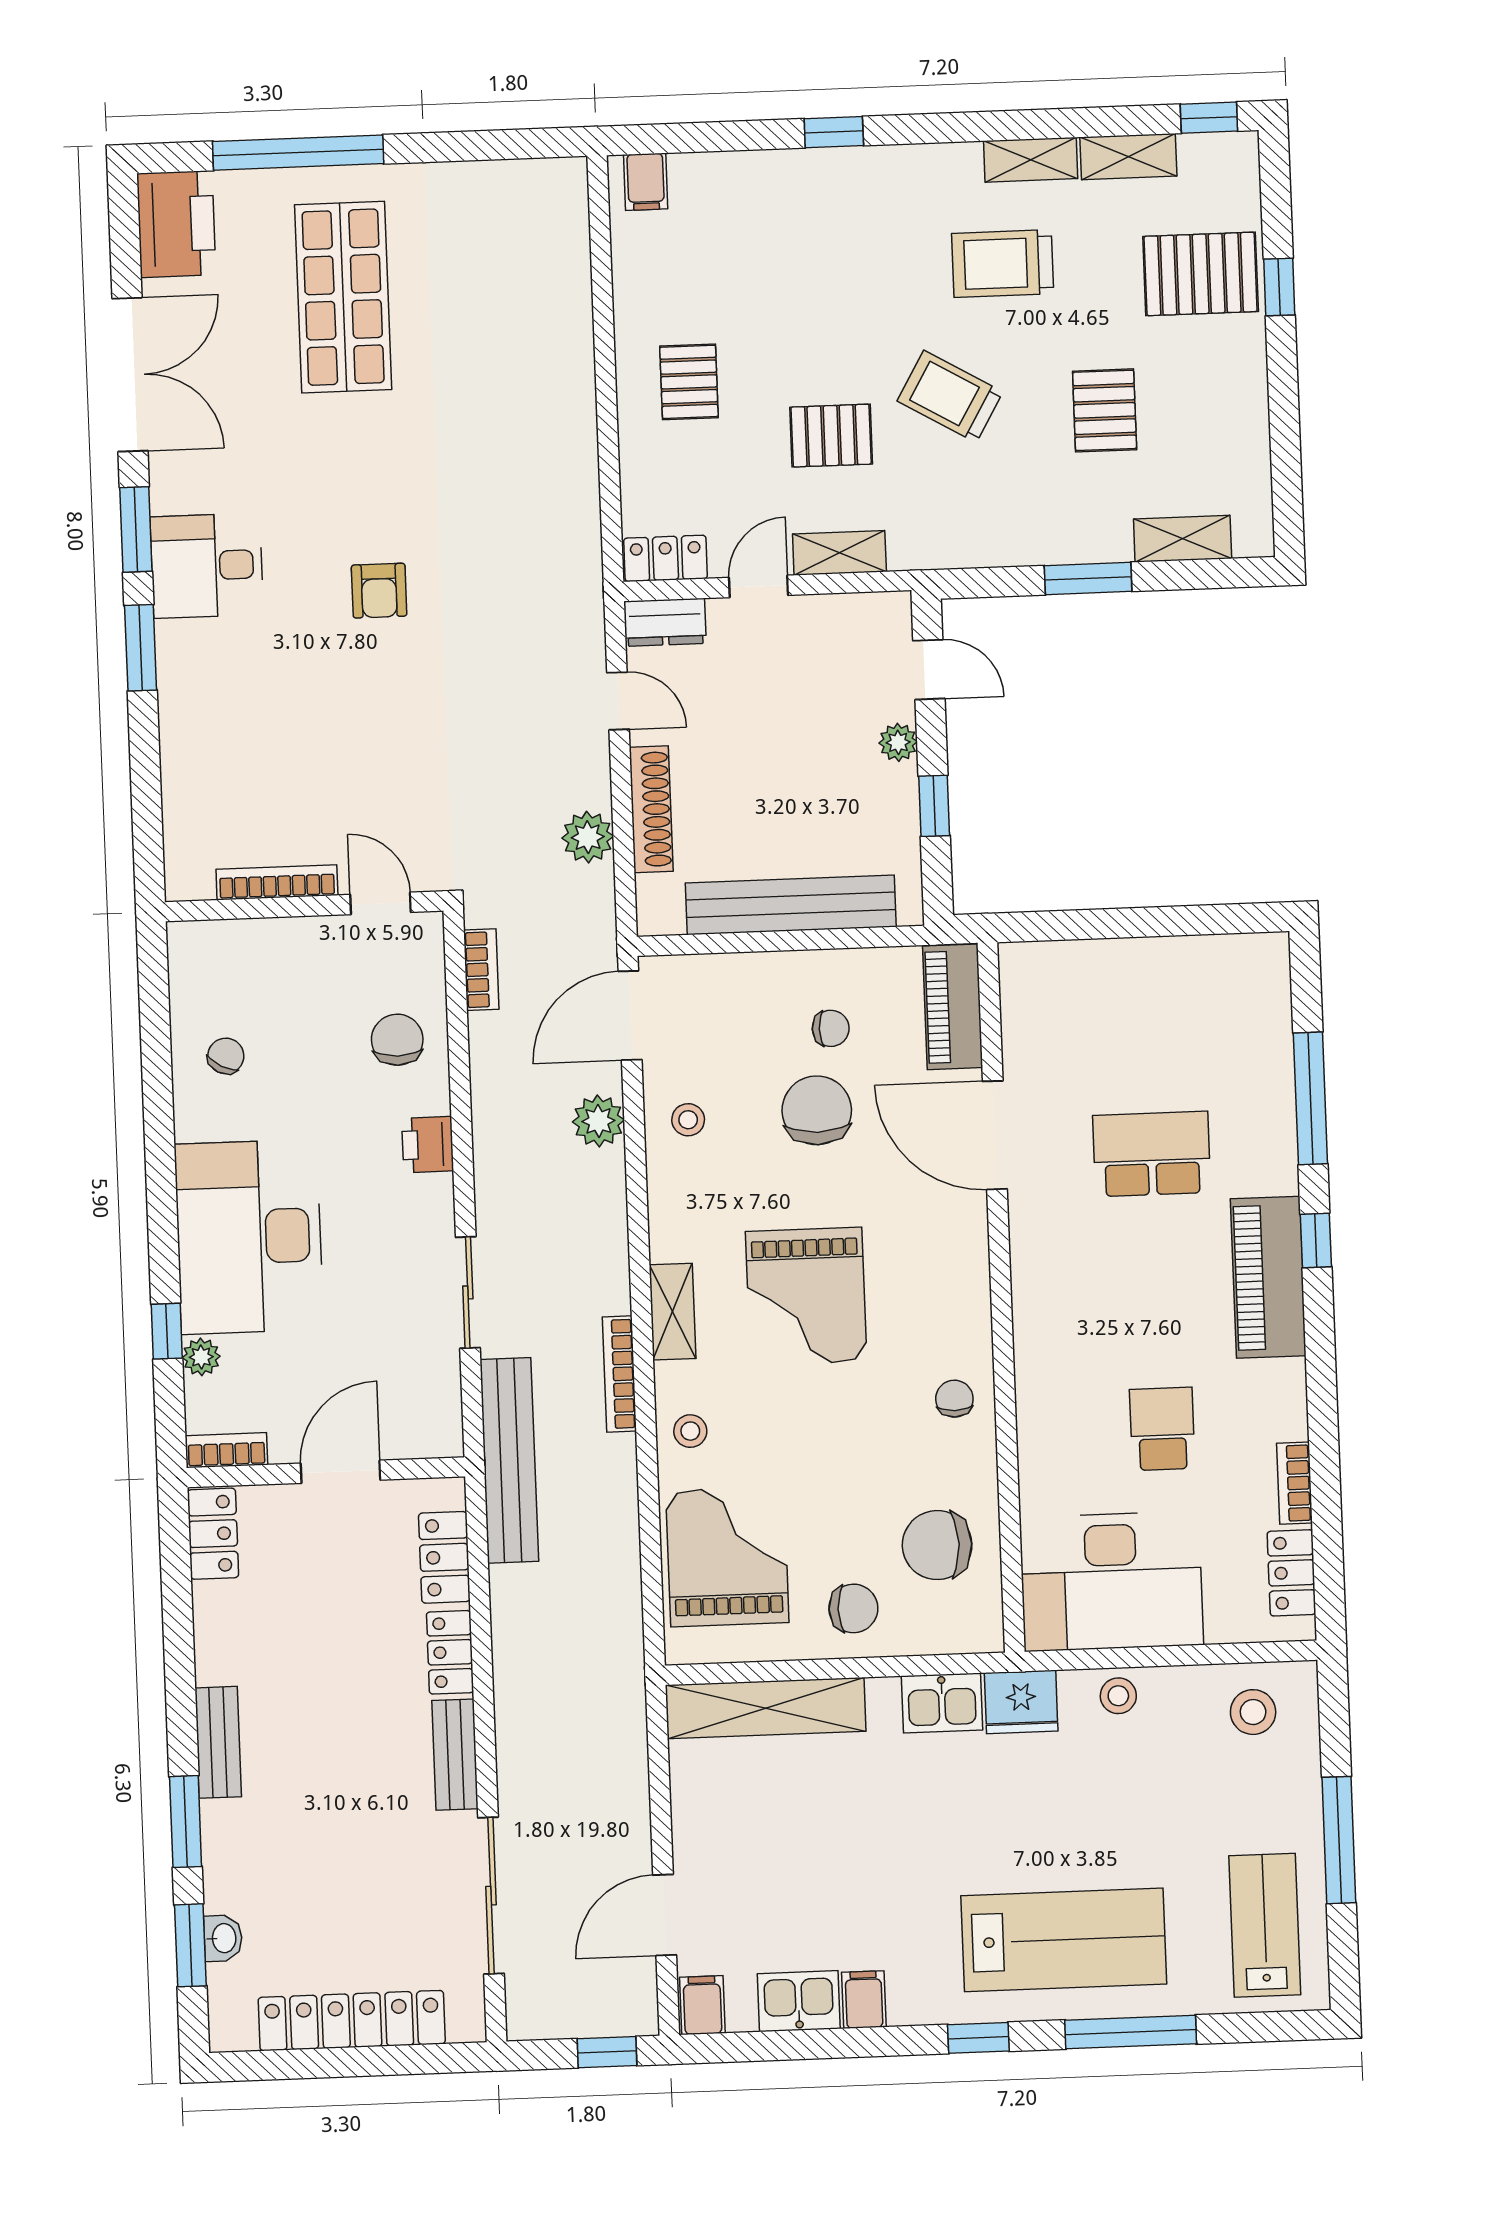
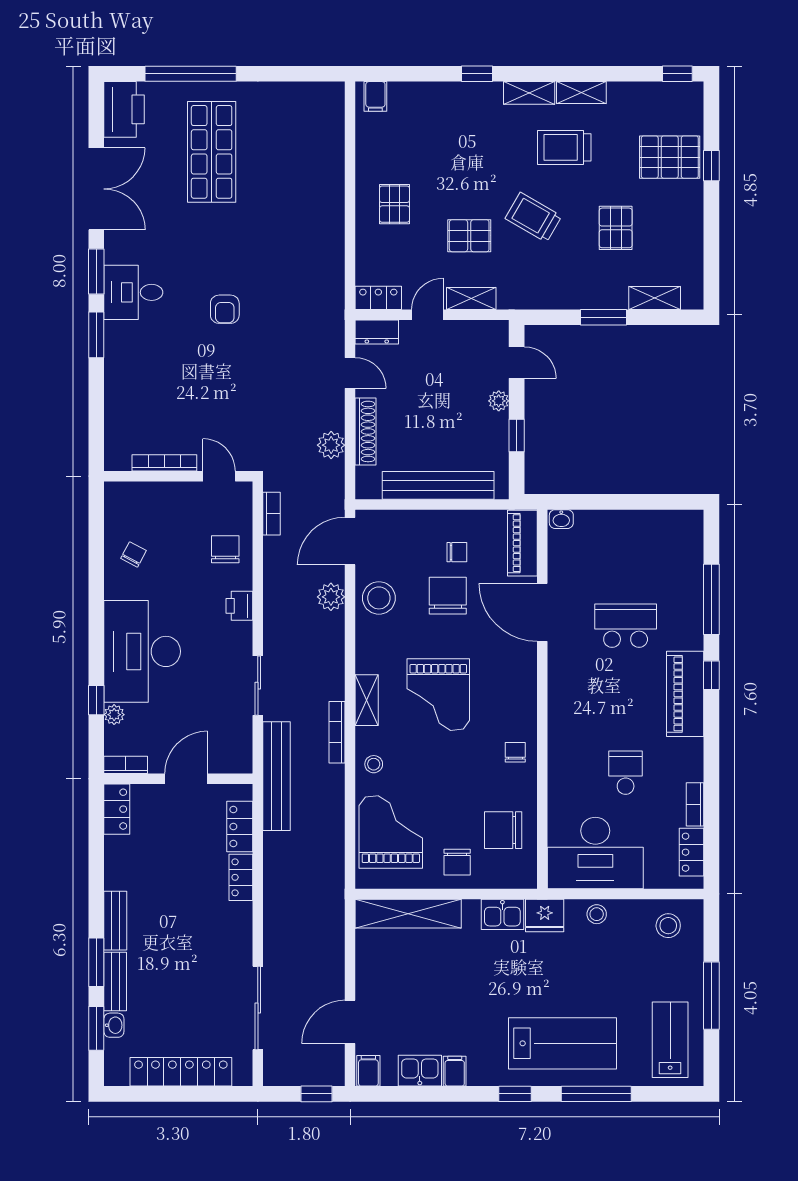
shelving: (1128, 157) -> (529, 93), moved
washbasin: (1024, 959) -> (561, 519), added
stool: (688, 1120) -> (379, 598), width x1.89, depth x1.89
chair: (853, 1608) -> (457, 862), turned 90
bench: (455, 1755) -> (115, 982), moved

